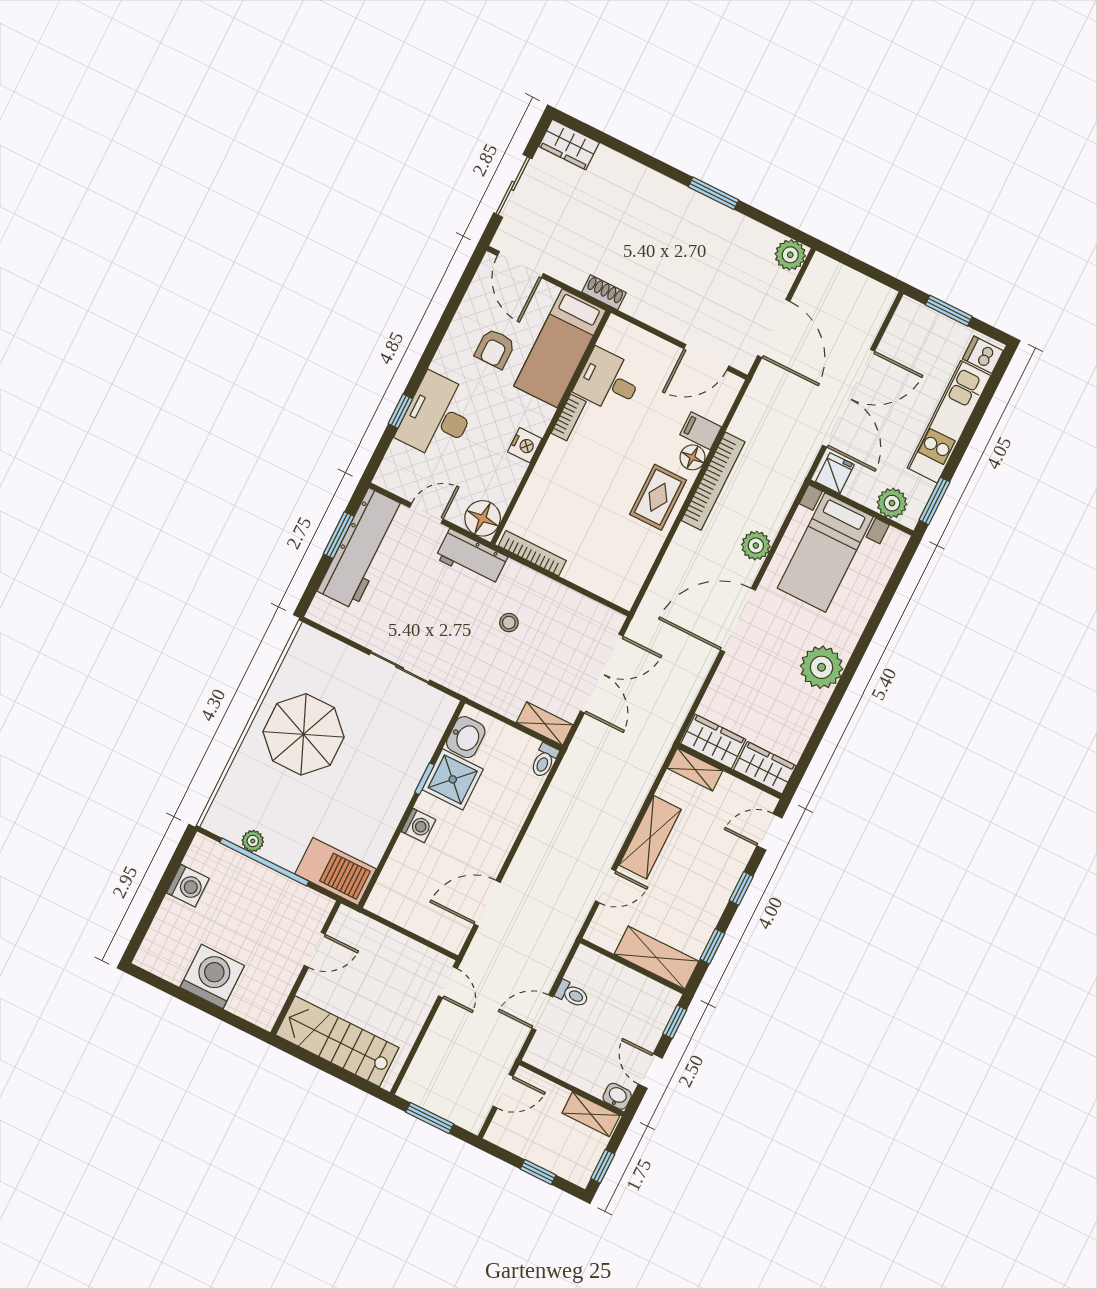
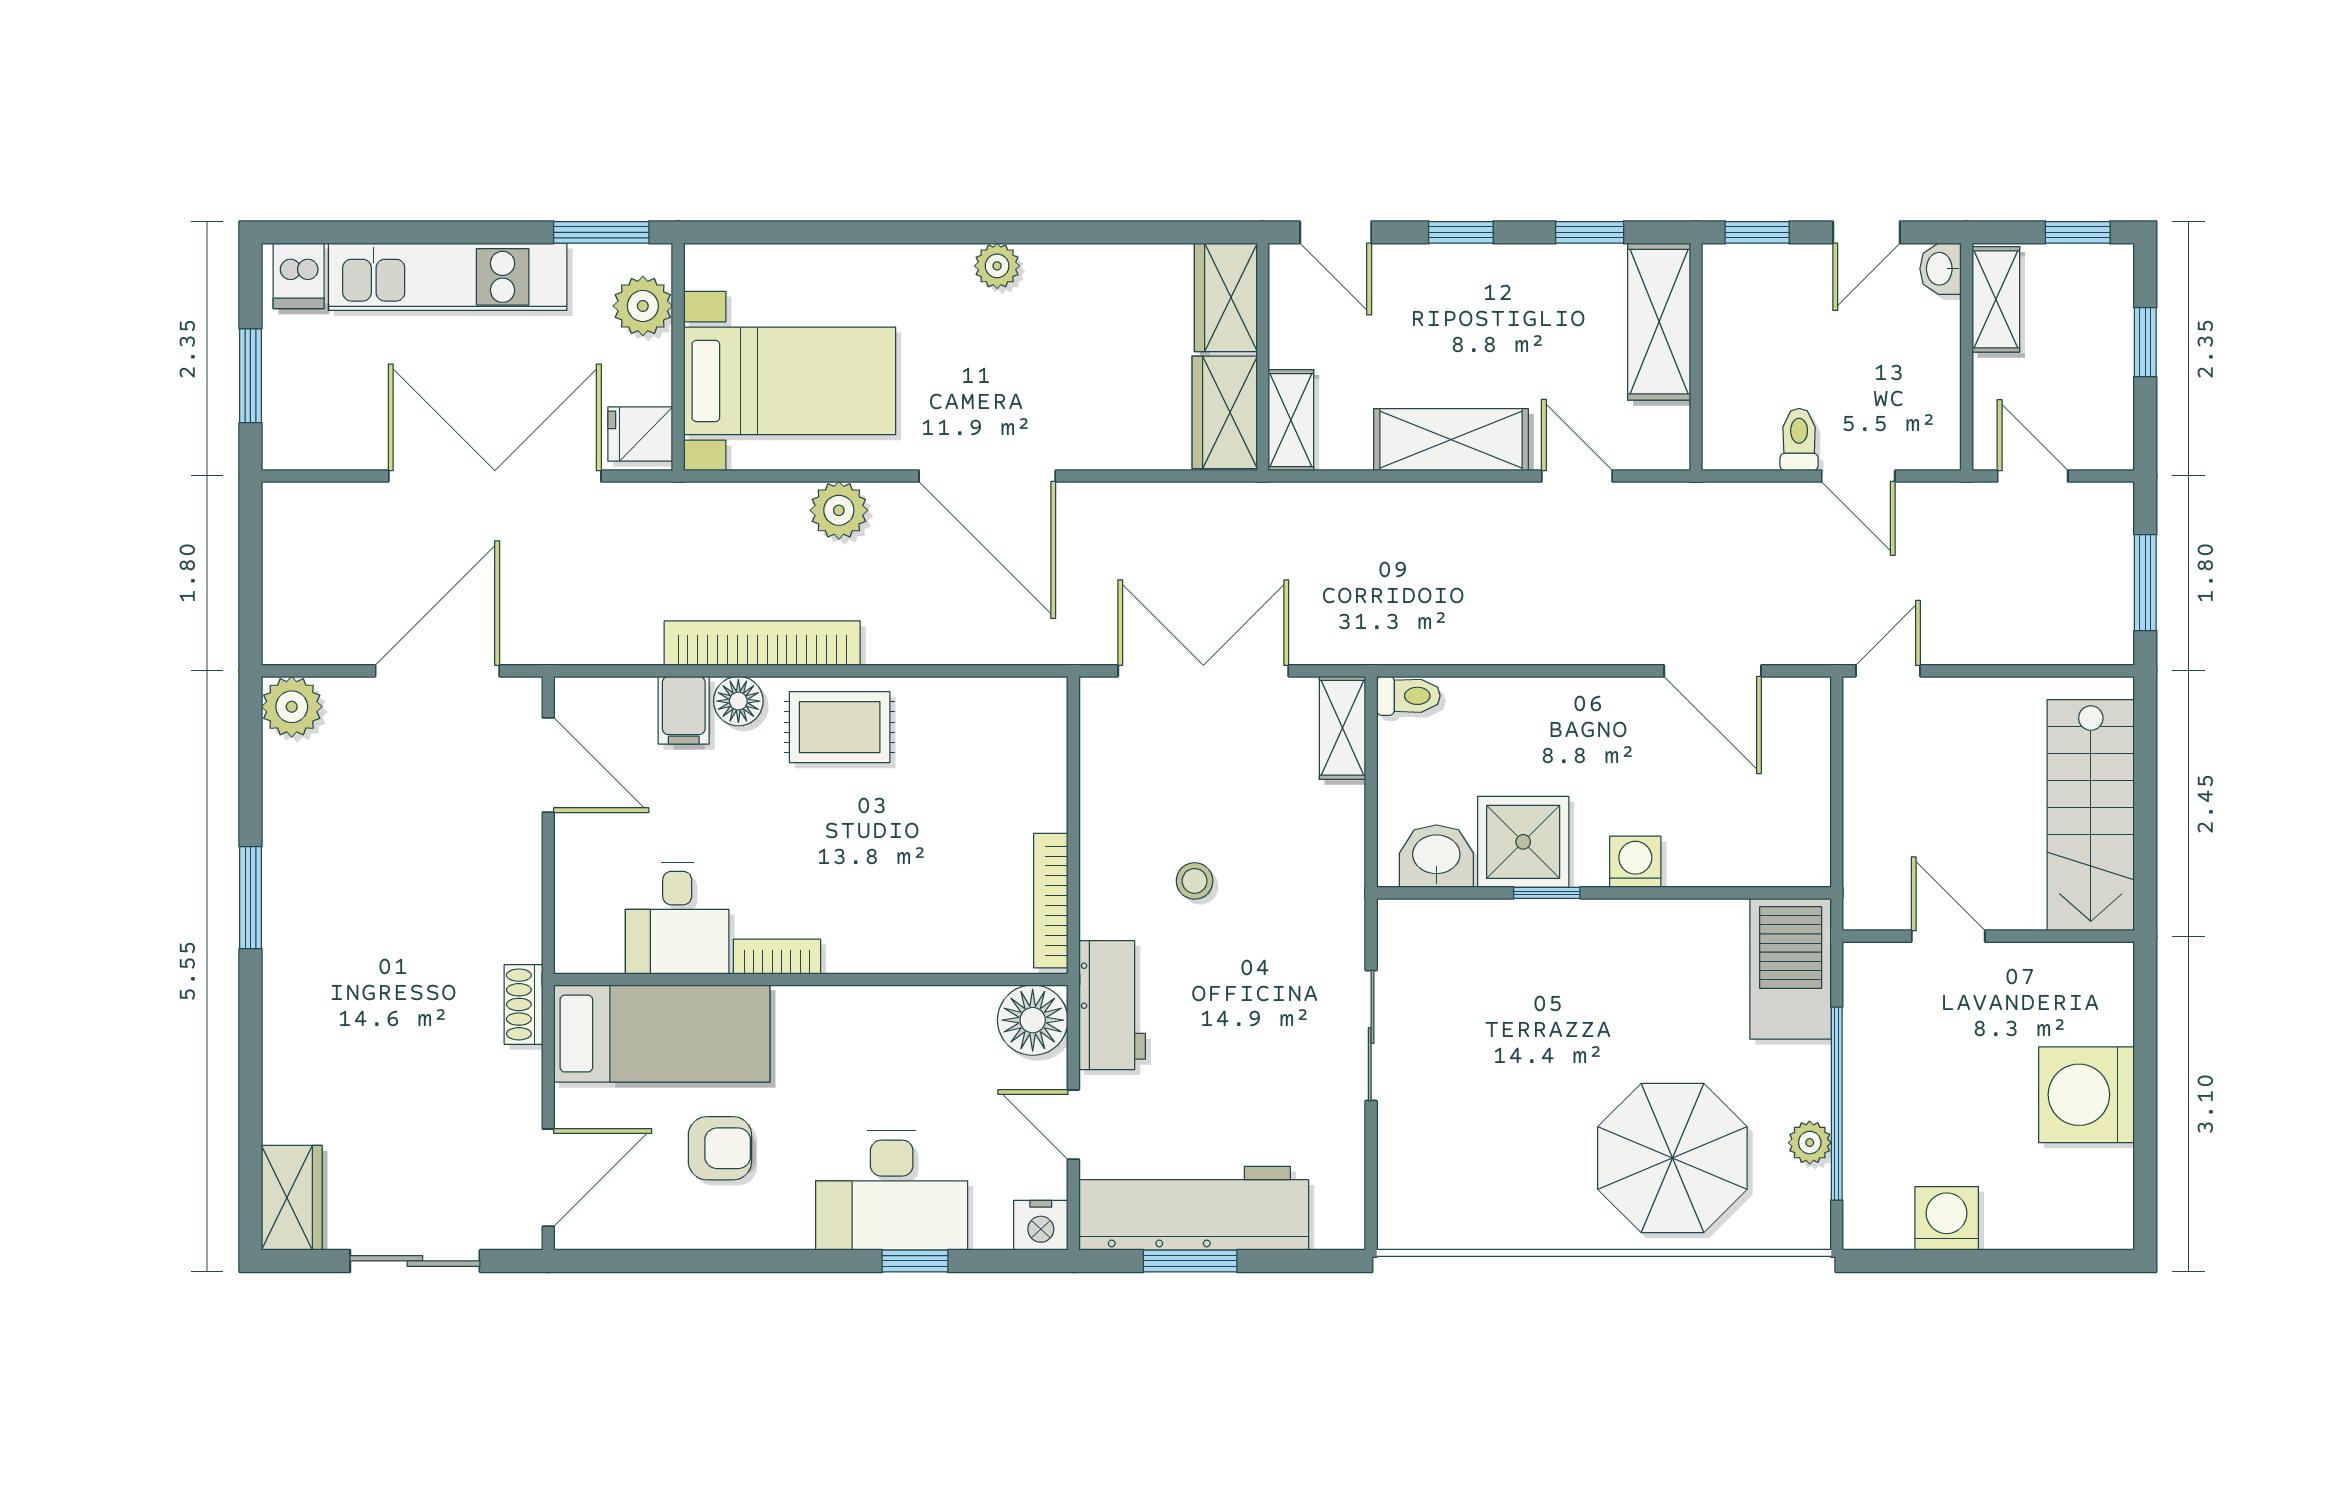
nightstand: (525, 445) -> (1041, 1225), moved, turned 180
plant: (822, 667) -> (997, 266), width x0.53, depth x0.53
parasol: (304, 734) -> (1672, 1158), moved

